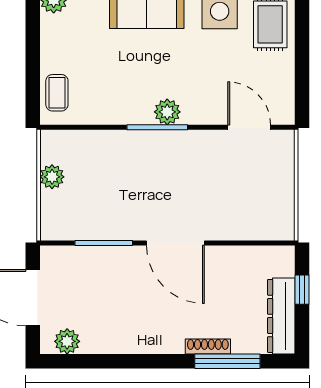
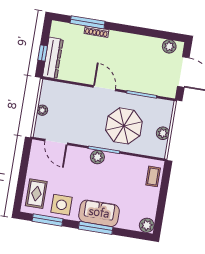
parasol: (127, 178) -> (124, 126), added
plant: (285, 182) -> (42, 110), added
door: (175, 243) -> (104, 88), width x0.73
dresser: (281, 316) -> (53, 58), moved

